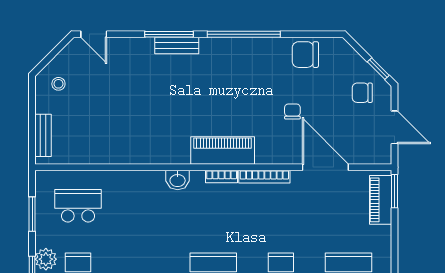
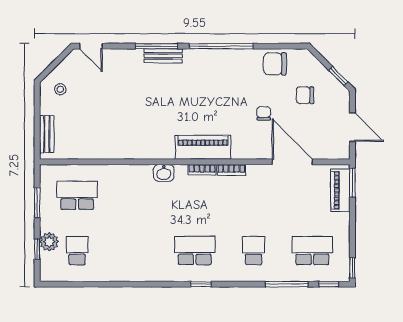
chair: (362, 93) -> (305, 95), moved
bookcase: (264, 177) -> (231, 170), width x0.64

